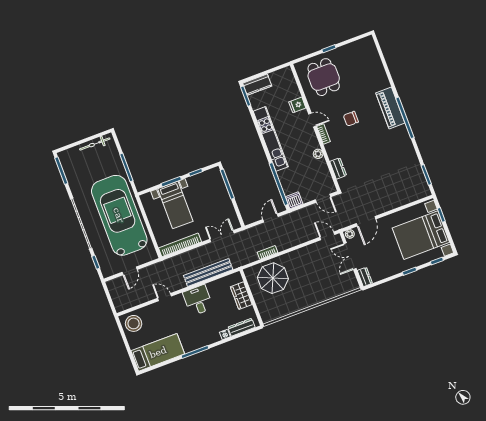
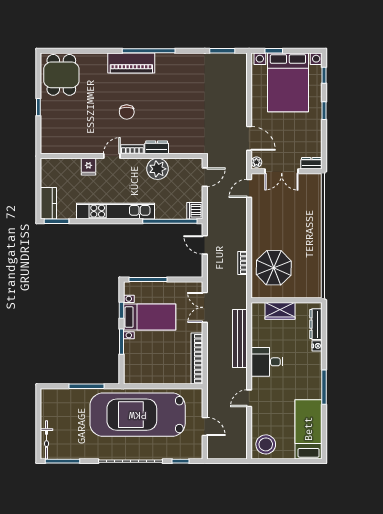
dining table: (324, 77) -> (61, 75), moved, turned 90
bicycle: (95, 144) -> (47, 440), moved
plant: (318, 154) -> (157, 169), width x1.87, depth x1.87
dresser: (338, 168) -> (157, 147), moved
bed with nightstands: (175, 205) -> (150, 317), moved

